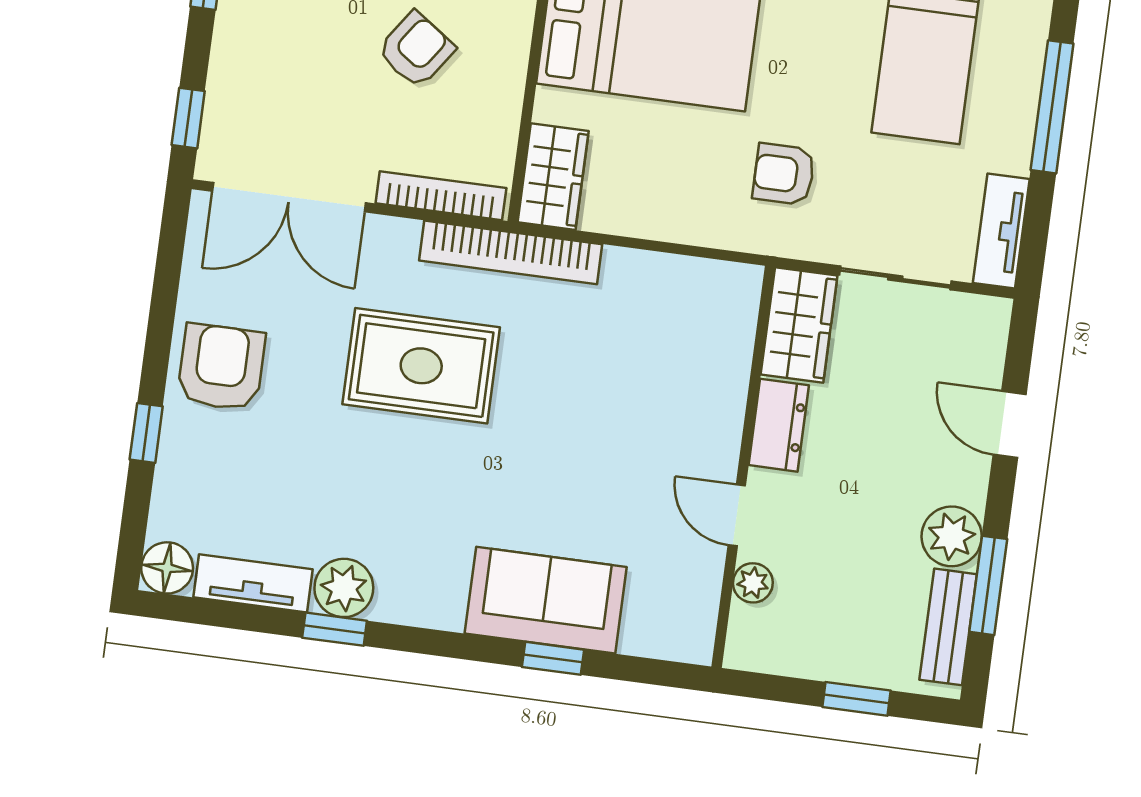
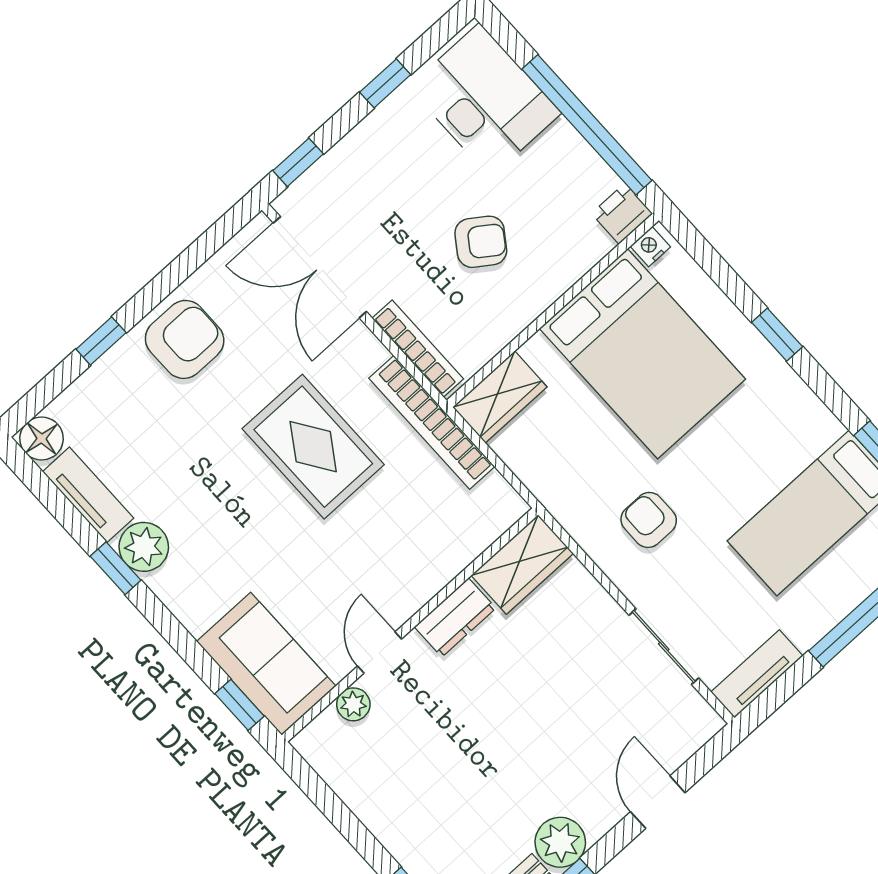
wardrobe: (799, 325) -> (522, 564), moved
dresser: (779, 425) -> (455, 617), moved
wall: (743, 467) -> (410, 625), moved
door: (737, 515) -> (380, 652), moved
plant: (753, 583) -> (353, 704), moved

